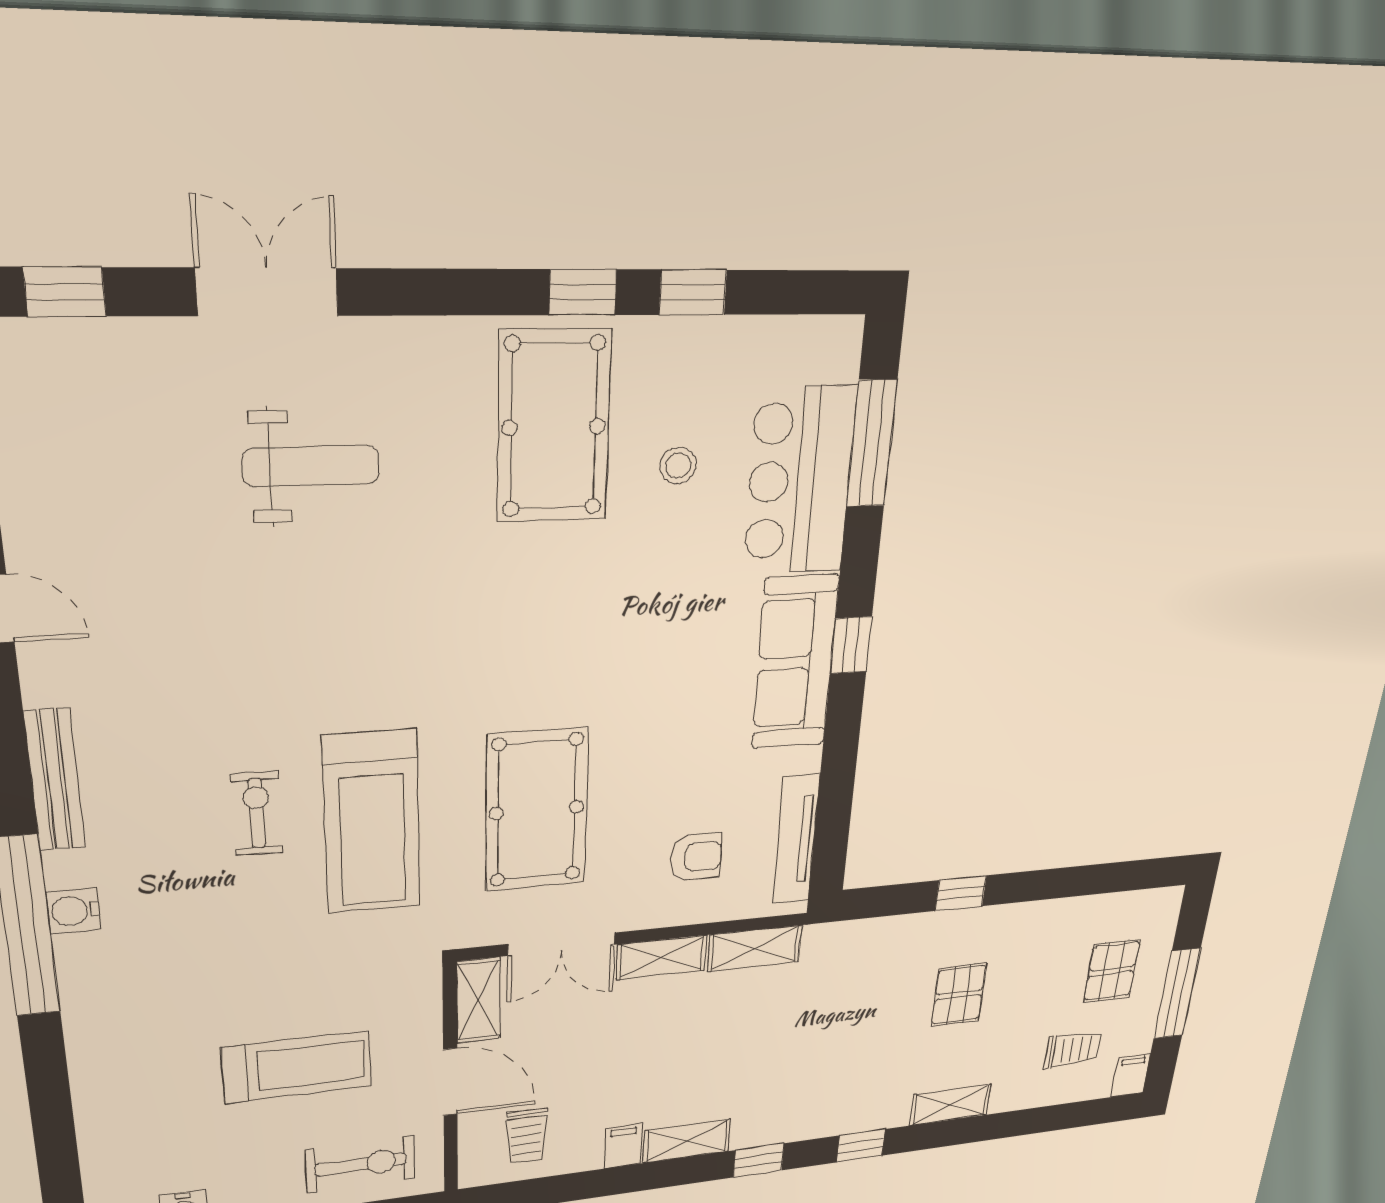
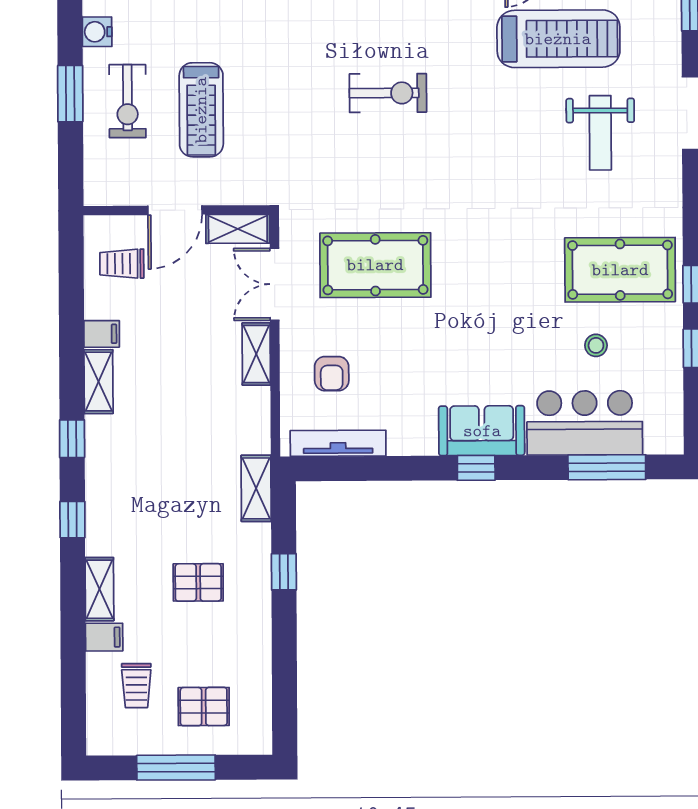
sofa: (795, 663) -> (482, 431), width x0.73
exercise bike: (257, 813) -> (388, 93), width x1.38, depth x1.39
treadmill: (372, 822) -> (558, 39), moved, turned 180
shelving: (755, 948) -> (256, 488), moved
filing cabinet: (1131, 1075) -> (104, 637), moved
exercise bike: (361, 1164) -> (128, 101), moved

